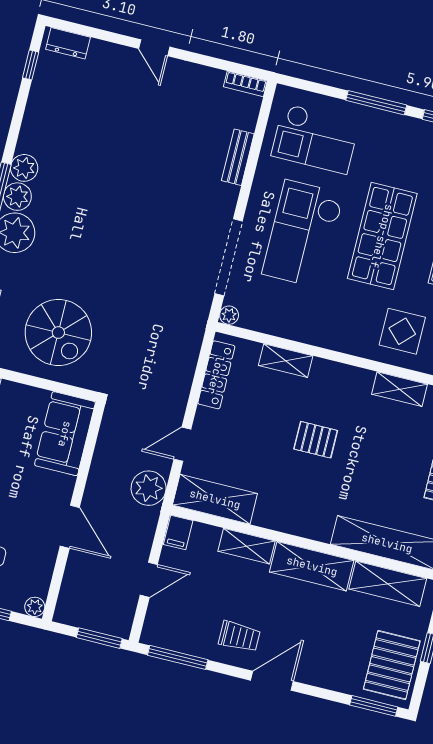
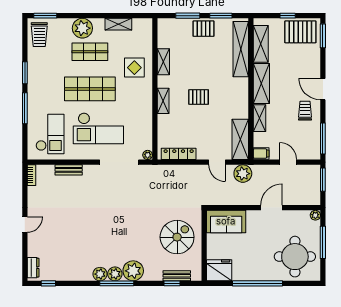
shelving: (286, 361) -> (163, 101), moved
pallet: (316, 440) -> (199, 97), turned 90

